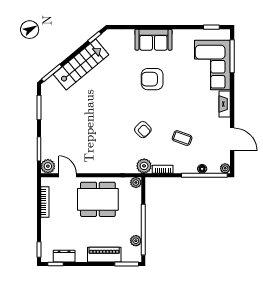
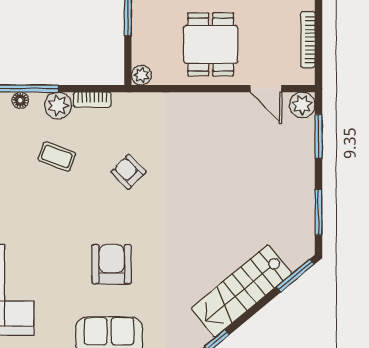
armchair: (152, 79) -> (112, 264), turned -90
plant: (144, 166) -> (58, 106), moved
dining table: (98, 199) -> (211, 44), width x0.73

